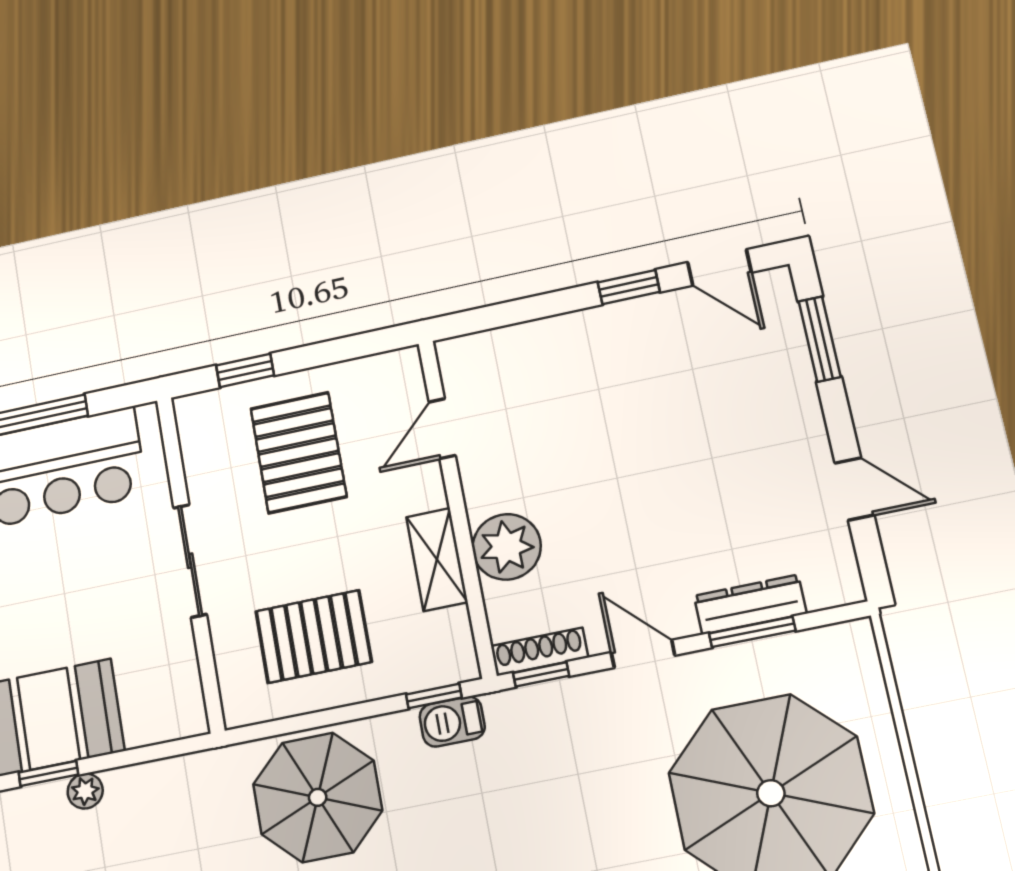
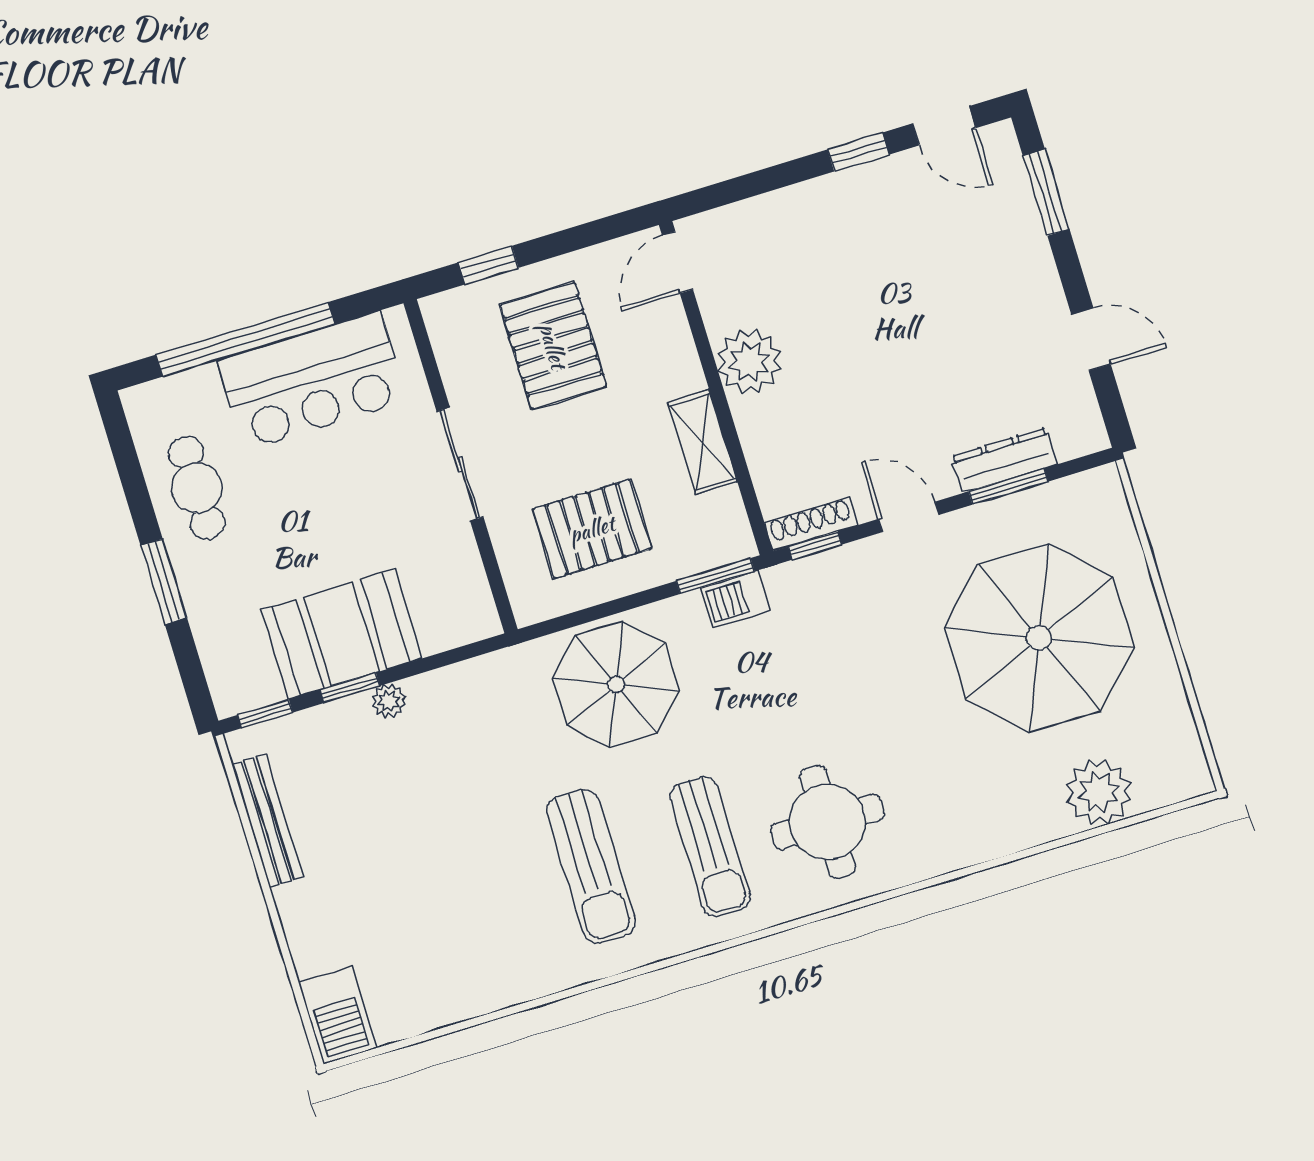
door: (442, 429) -> (678, 262), moved
plant: (507, 547) -> (749, 362), moved
window: (434, 696) -> (715, 576), width x1.50

